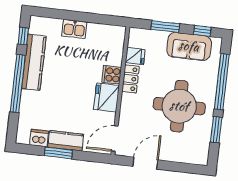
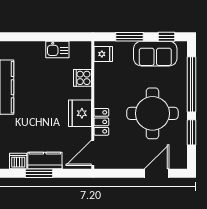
kitchen sink: (74, 29) -> (57, 50), moved
fridge: (135, 56) -> (103, 54), moved
cooker: (112, 75) -> (82, 78), moved
locker: (130, 79) -> (101, 122), moved
door: (145, 163) -> (157, 173), moved

